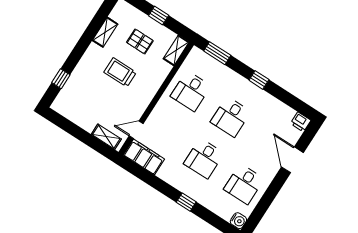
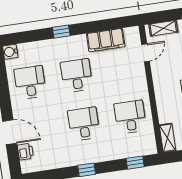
window: (217, 53) -> (135, 163), width x0.67
printer: (301, 122) -> (25, 152), moved, turned 90
filing cabinet: (144, 157) -> (106, 40), moved

